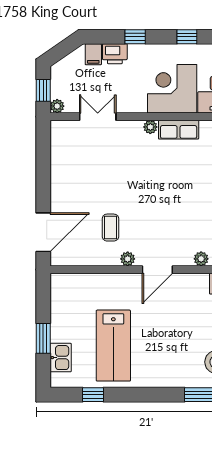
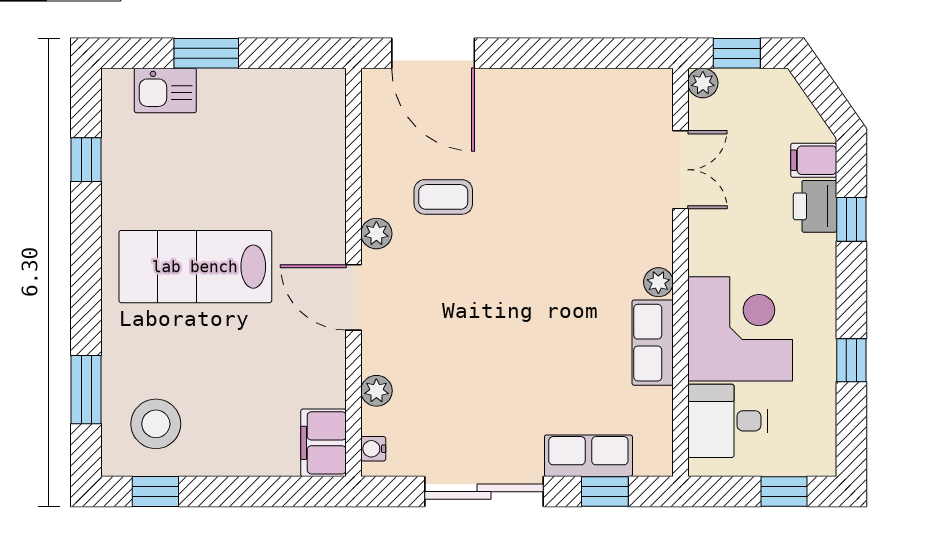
window: (135, 37) -> (851, 219), moved
lab bench: (113, 346) -> (195, 267), moved

